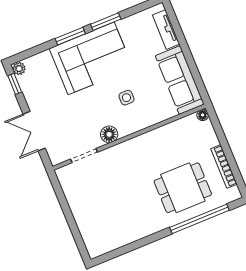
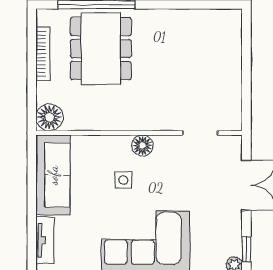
floor lamp: (203, 115) -> (49, 117), width x1.89, depth x1.89
floor lamp: (109, 134) -> (142, 146), moved
dining table: (183, 188) -> (101, 49), width x1.38

